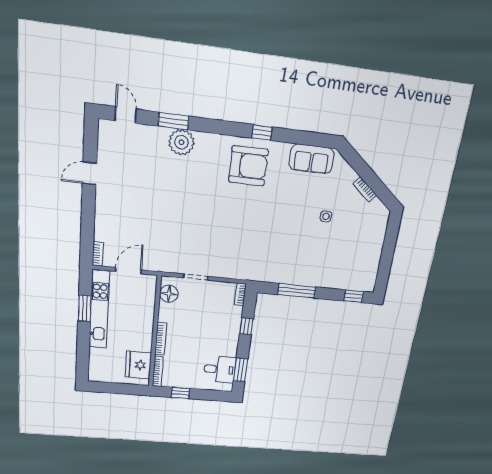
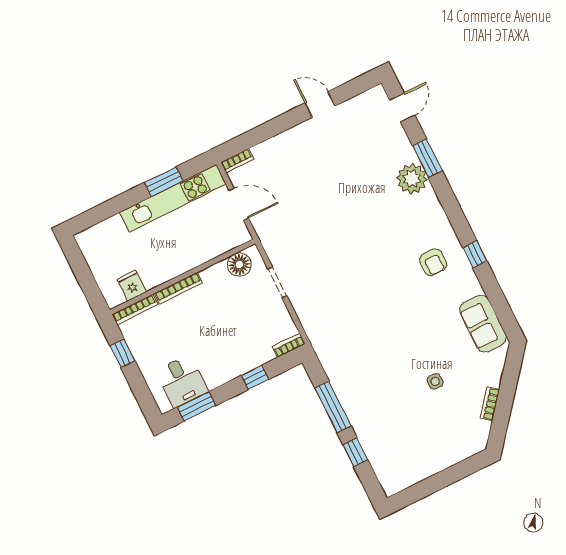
armchair: (248, 166) -> (433, 262), width x0.53, depth x0.53
window: (354, 296) -> (355, 452), moved
fridge: (138, 365) -> (132, 285), width x0.53, depth x0.75

